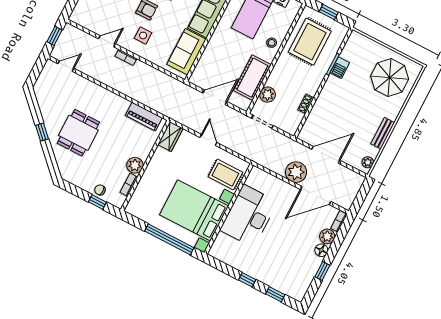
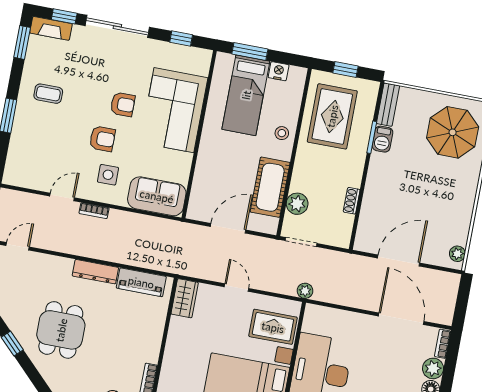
sofa: (186, 52) -> (157, 196), moved, turned 90
dresser: (114, 100) -> (95, 272), added
bench: (383, 133) -> (388, 105), moved
plant: (135, 165) -> (149, 351), removed
plant: (296, 172) -> (305, 291), moved, width x0.53, depth x0.53
door: (316, 195) -> (401, 319), swing flipped

